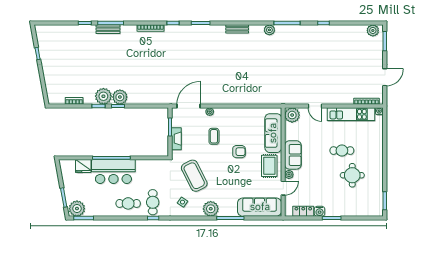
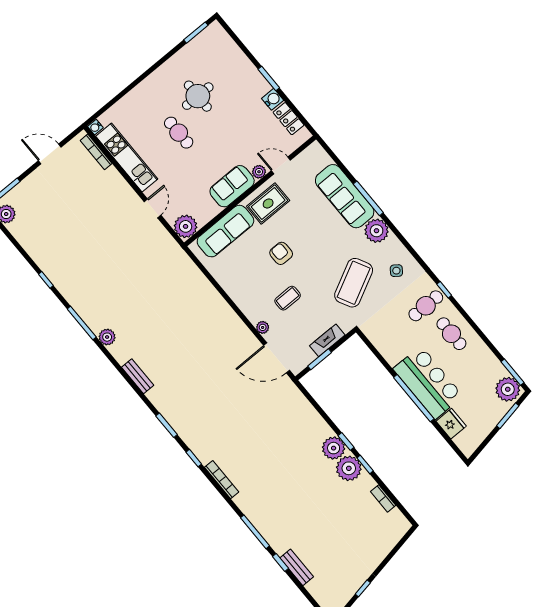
bench: (108, 29) -> (297, 567), moved
sofa: (260, 207) -> (345, 196), moved

